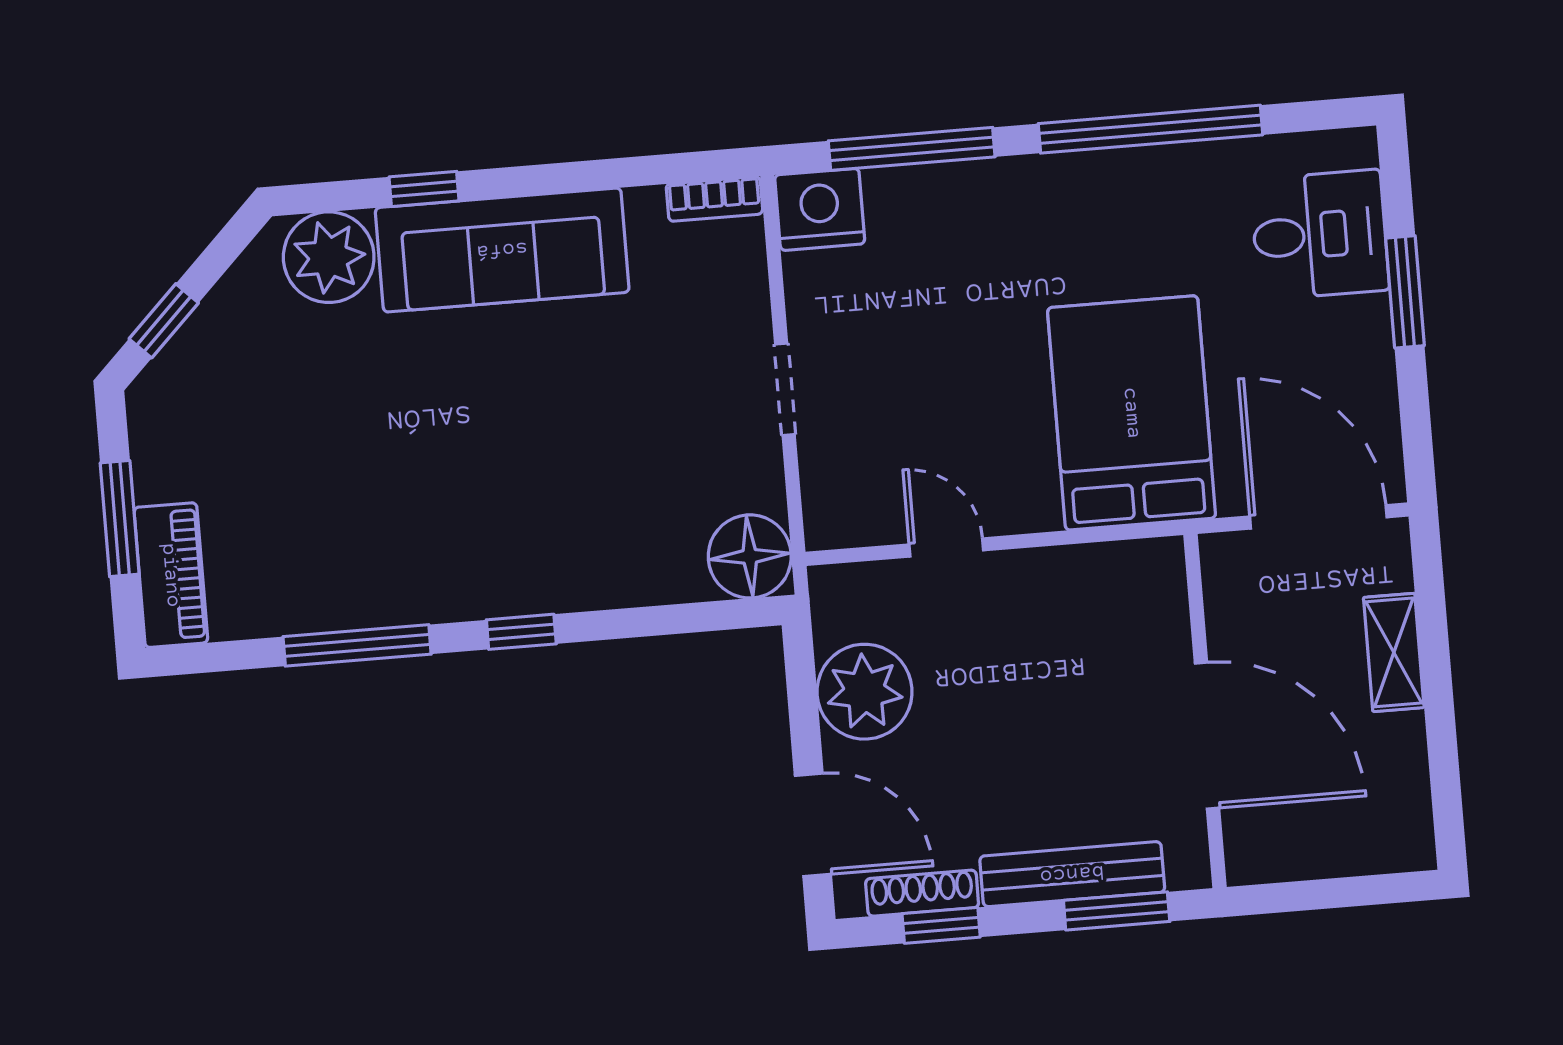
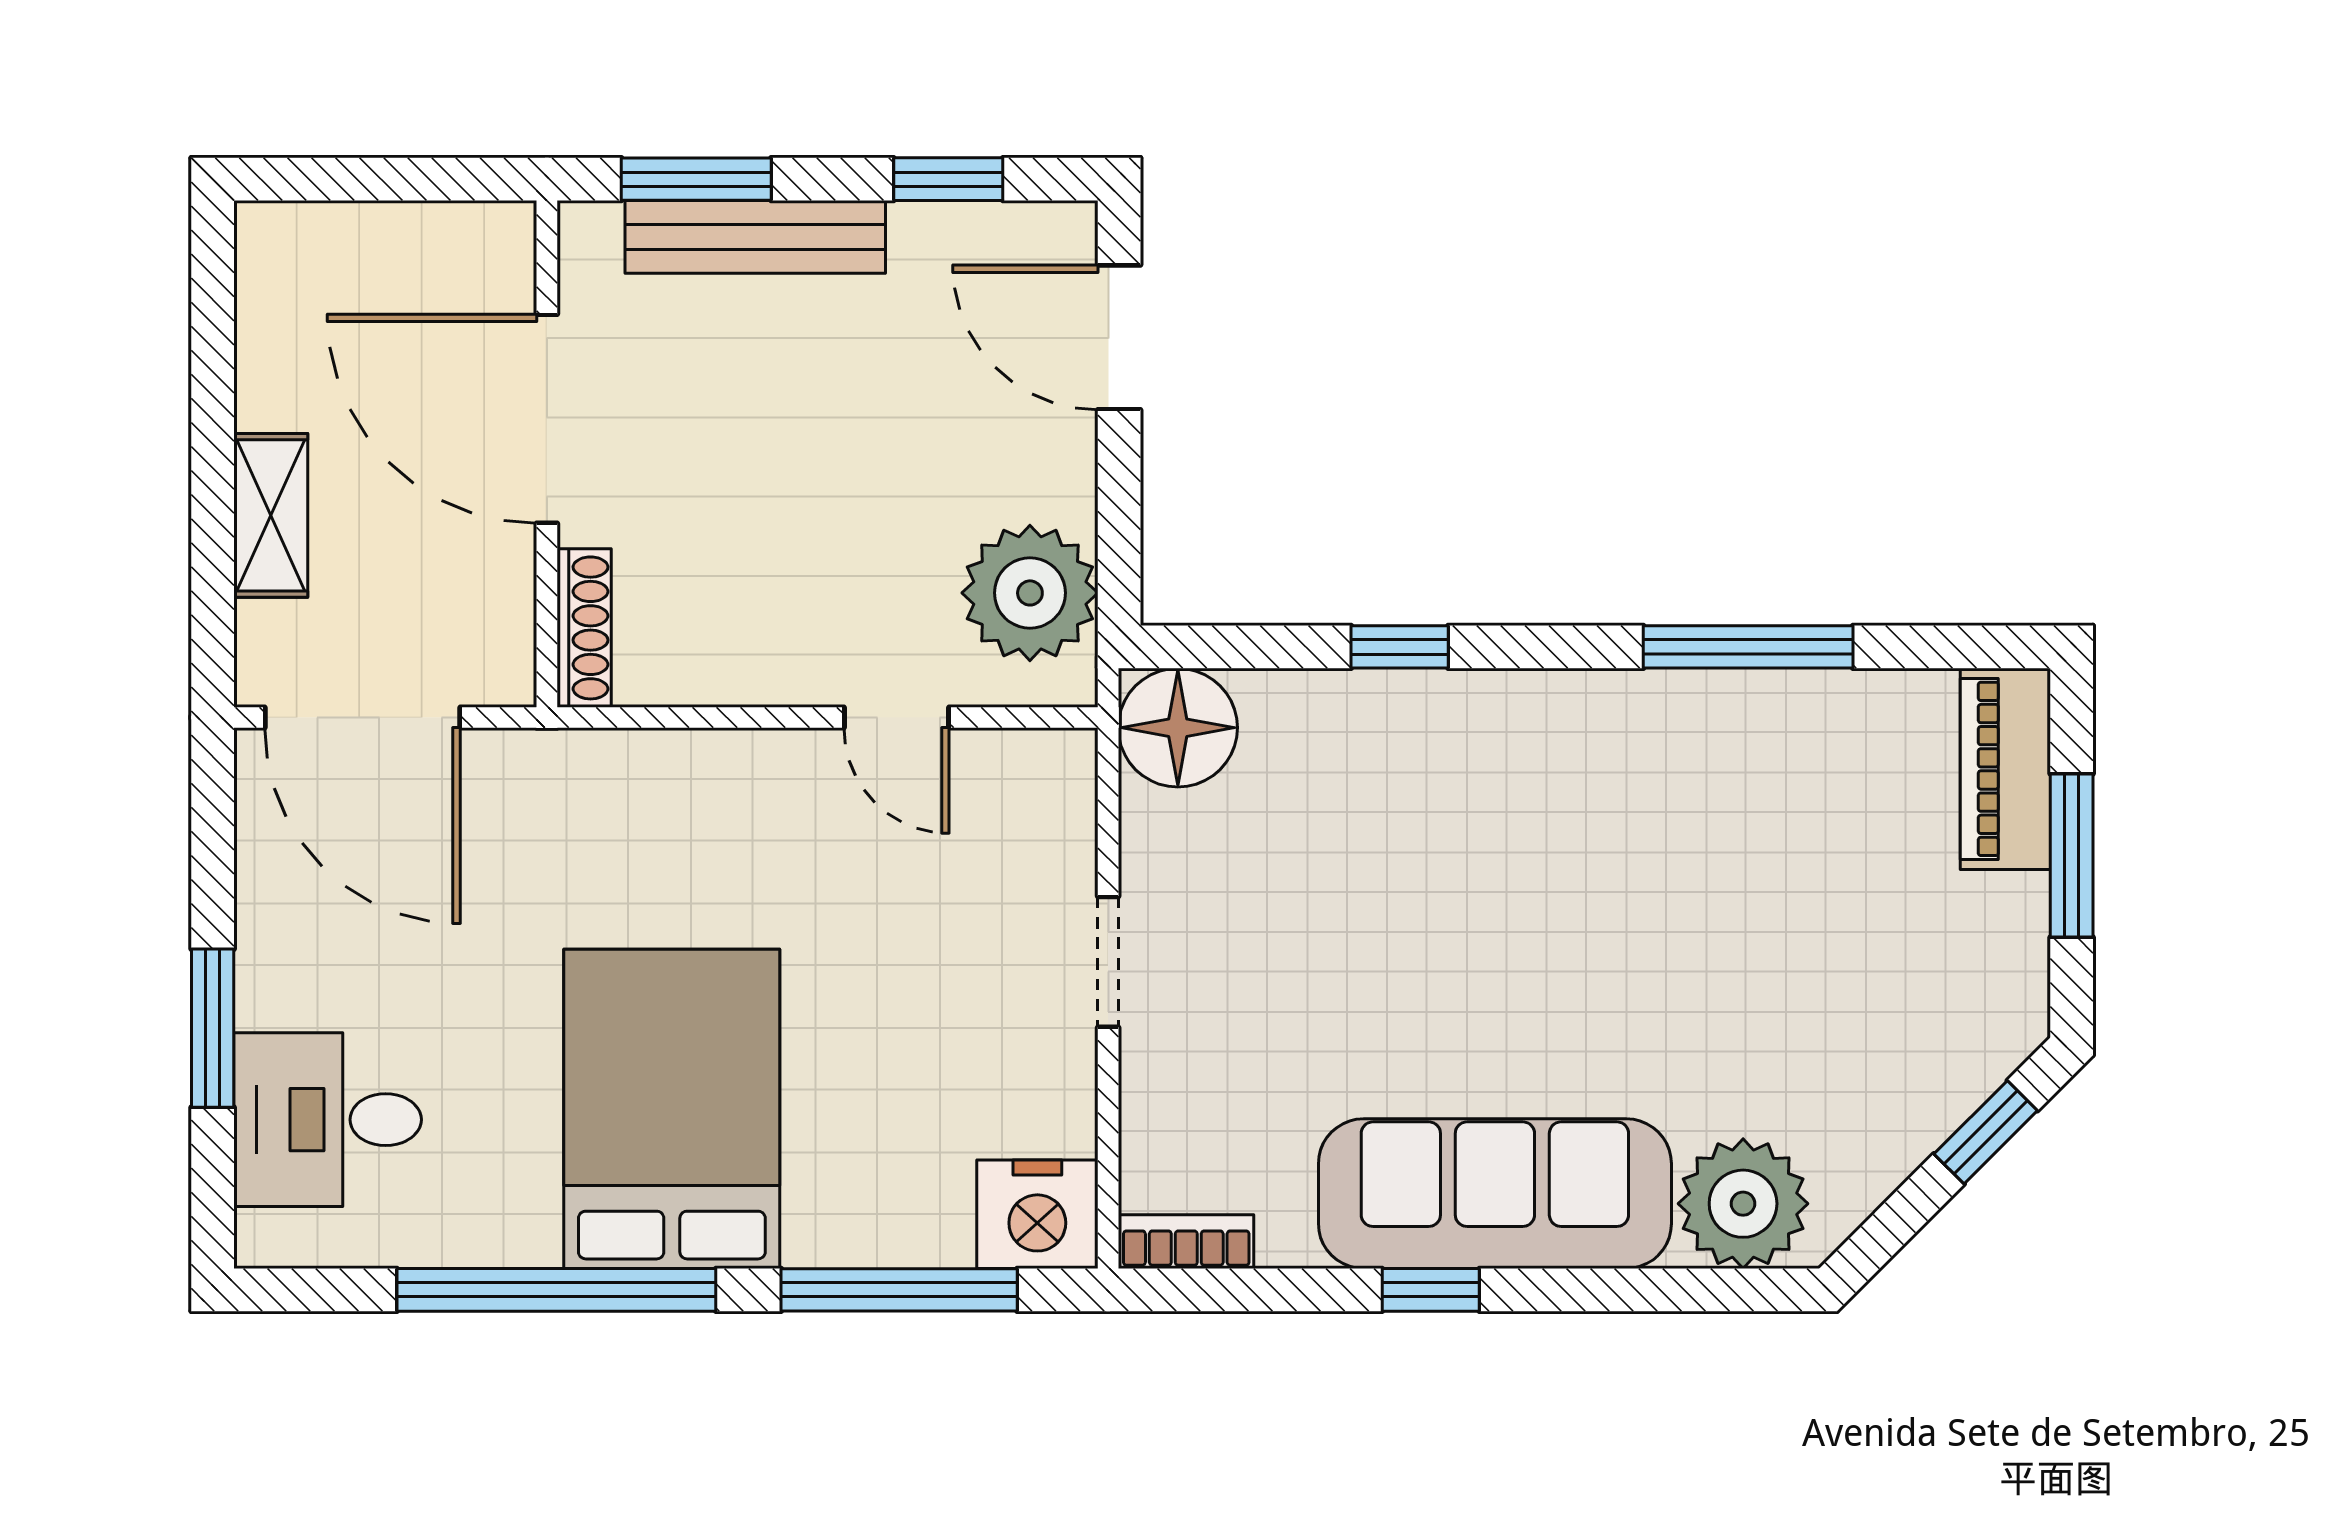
window: (424, 189) -> (1431, 1290), moved
bed: (1132, 413) -> (672, 1109), moved, turned 180
window: (521, 632) -> (1400, 647), moved
plant: (865, 692) -> (1030, 593), moved
shoe rack: (922, 893) -> (584, 628), moved, turned -90

